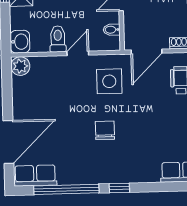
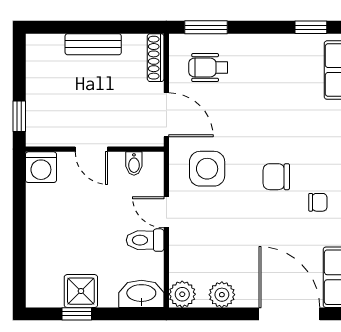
washbasin: (20, 42) -> (141, 294), width x1.38
plant: (21, 94) -> (222, 295), added
chair: (88, 160) -> (318, 202), added

